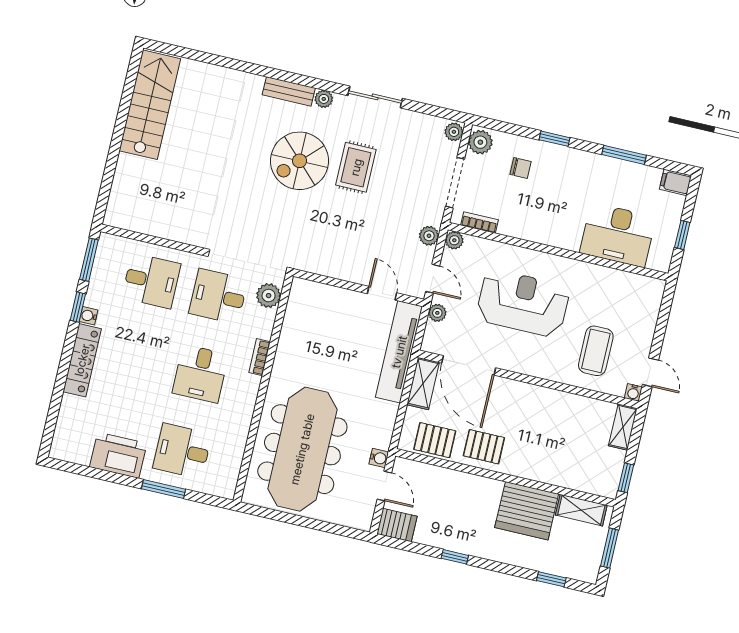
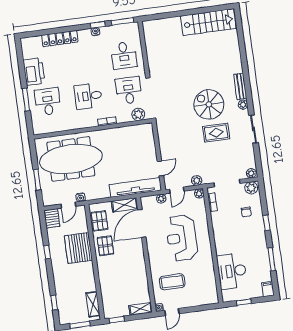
reception desk: (523, 303) -> (182, 238), turned 180
locker: (82, 360) -> (60, 39), moved
server rack: (527, 511) -> (78, 248), moved
window: (317, 525) -> (37, 180), added

